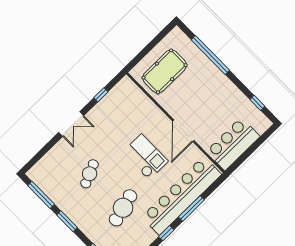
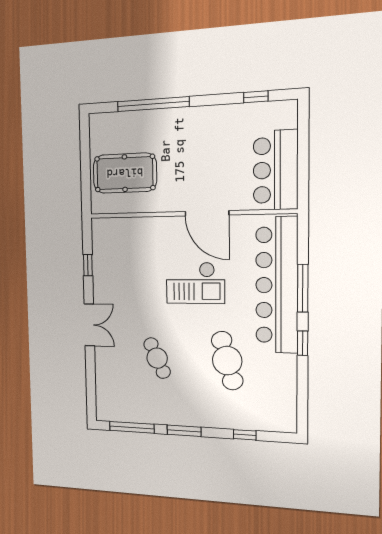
pool table: (165, 71) -> (125, 173), turned 90
checkout: (145, 157) -> (195, 283), turned 180

